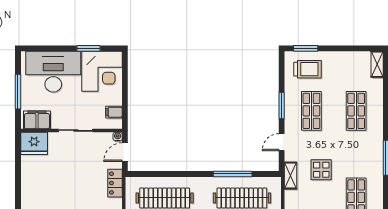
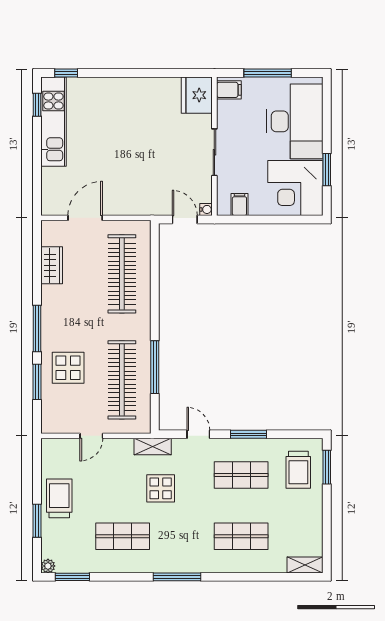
filing cabinet: (37, 120) -> (229, 90), width x0.50
locker: (115, 183) -> (142, 206), removed

